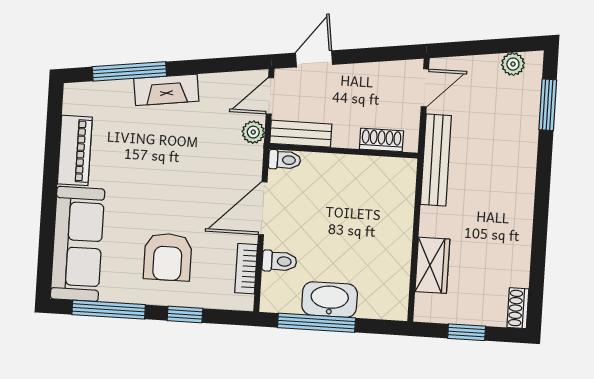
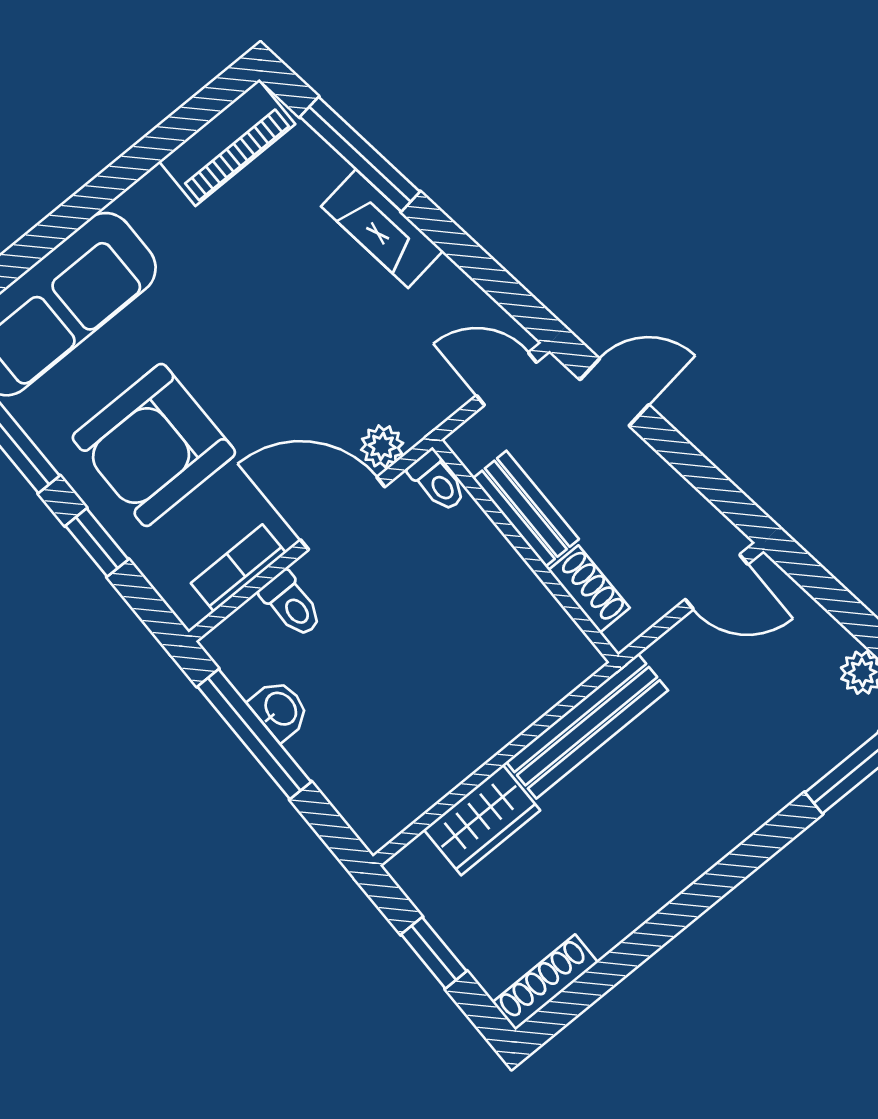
plant: (253, 132) -> (382, 446), moved
bench: (301, 134) -> (526, 509), moved
piano: (75, 150) -> (227, 143), moved
bench: (436, 160) -> (587, 726), moved
armchair: (168, 257) -> (154, 445), width x1.36, depth x1.36
washbasin: (330, 300) -> (280, 710), width x0.52, depth x0.69
shoe rack: (518, 308) -> (545, 982), width x1.43

